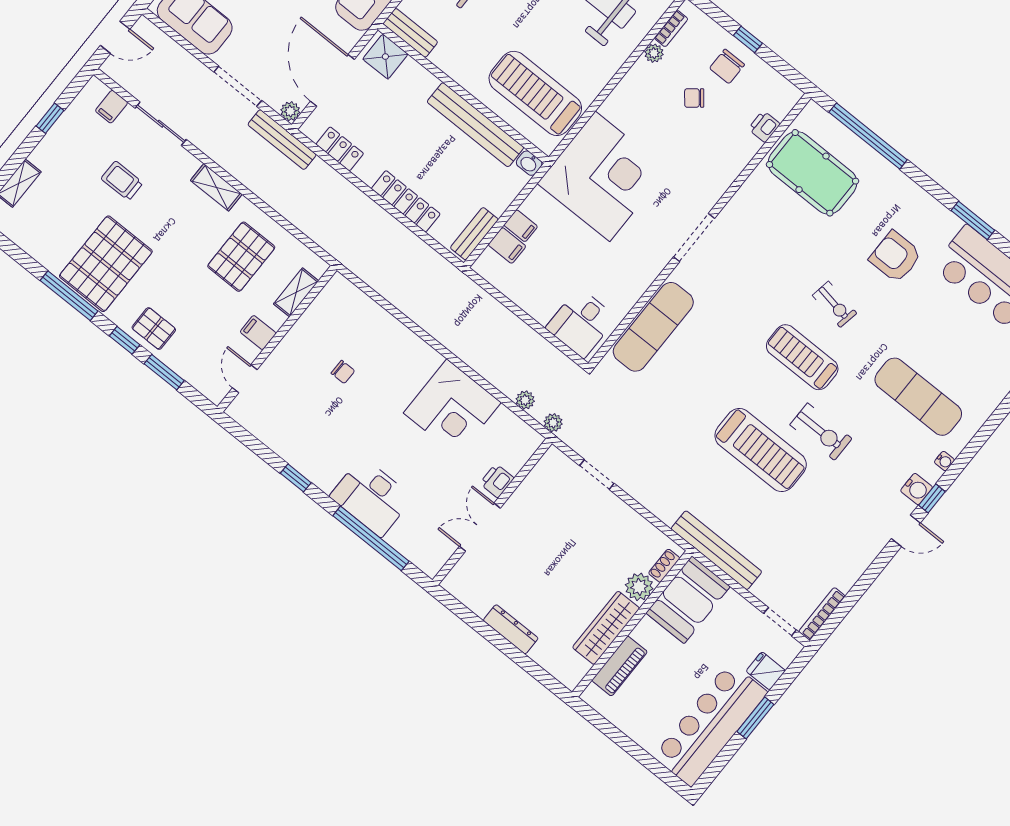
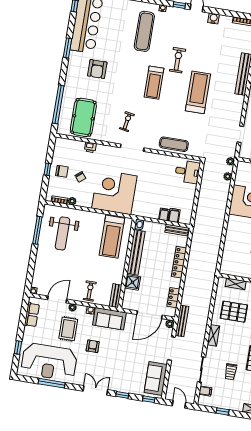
shower: (385, 57) -> (132, 282), moved
printer: (764, 126) -> (90, 147), moved
corner desk: (602, 176) -> (114, 192), moved
exercise bike: (835, 304) -> (127, 122), moved
exercise mat: (653, 327) -> (174, 144), width x0.73, depth x0.69
treadmill: (761, 450) -> (198, 92), moved
water cooler: (917, 489) -> (214, 18), moved

